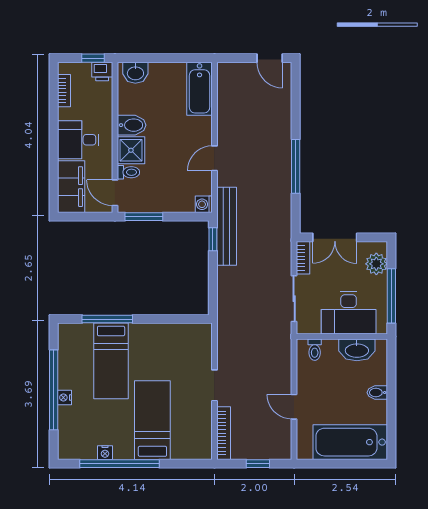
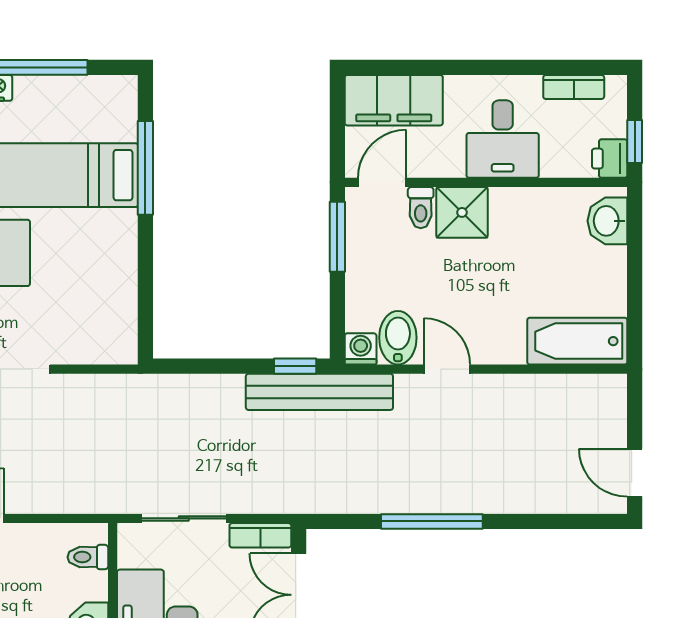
door: (270, 58) -> (635, 473), hinge flipped
bidet: (132, 125) -> (398, 338), moved, turned 180
desk: (78, 140) -> (503, 139), moved, turned 180

